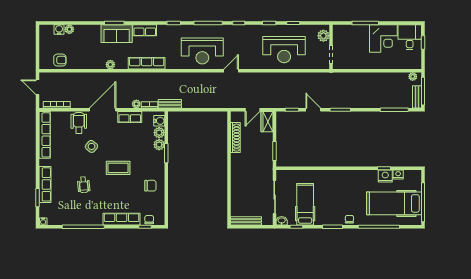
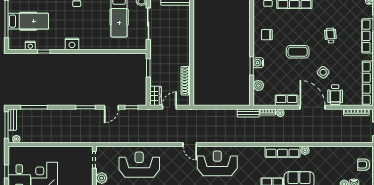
armchair: (60, 60) -> (364, 165), moved
row of seats: (147, 63) -> (282, 152), moved
door: (231, 71) -> (190, 145), hinge flipped
door: (103, 110) -> (312, 107), swing flipped
door: (313, 110) -> (111, 107), hinge flipped
water cooler: (159, 121) -> (258, 63), moved
plant: (159, 145) -> (258, 74), removed
nightstand: (385, 176) -> (72, 44), moved
hospital bed: (394, 203) -> (28, 21), width x0.73, depth x0.78

